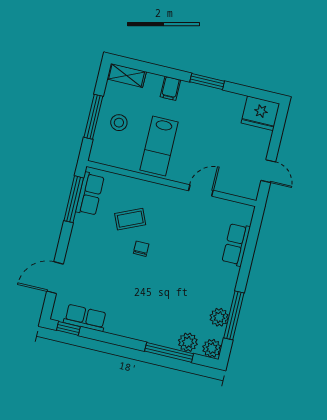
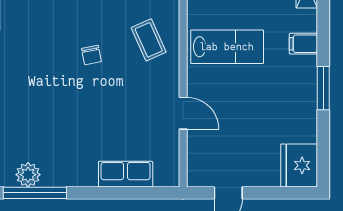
lab bench: (159, 146) -> (227, 47), turned 180
coffee table: (130, 219) -> (149, 40), moved
chair: (141, 249) -> (91, 55), turned 79

